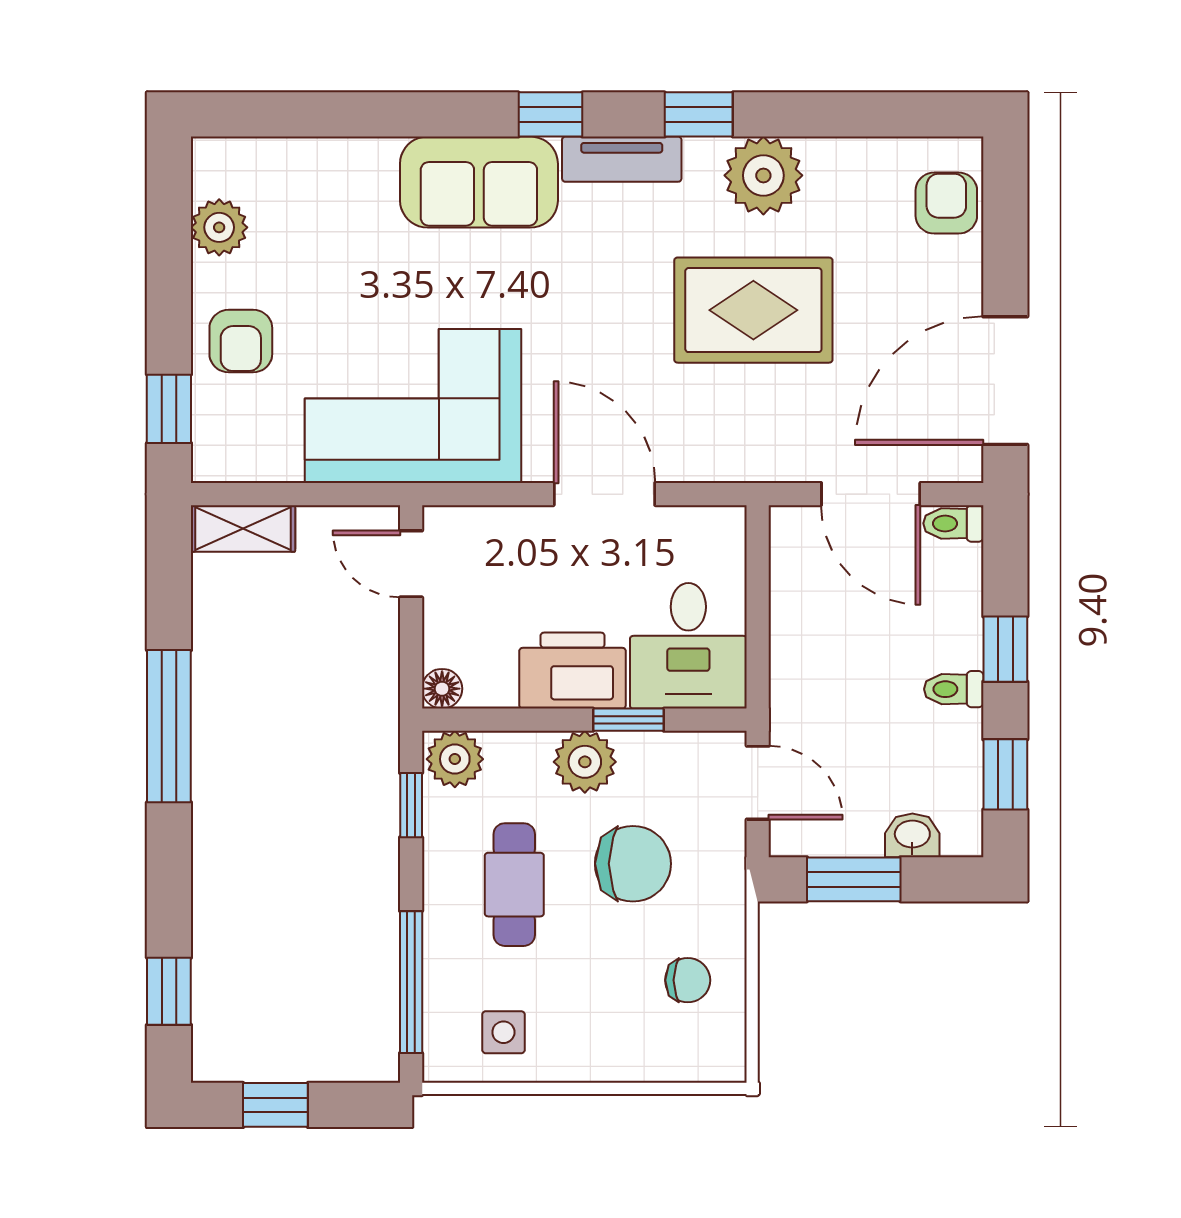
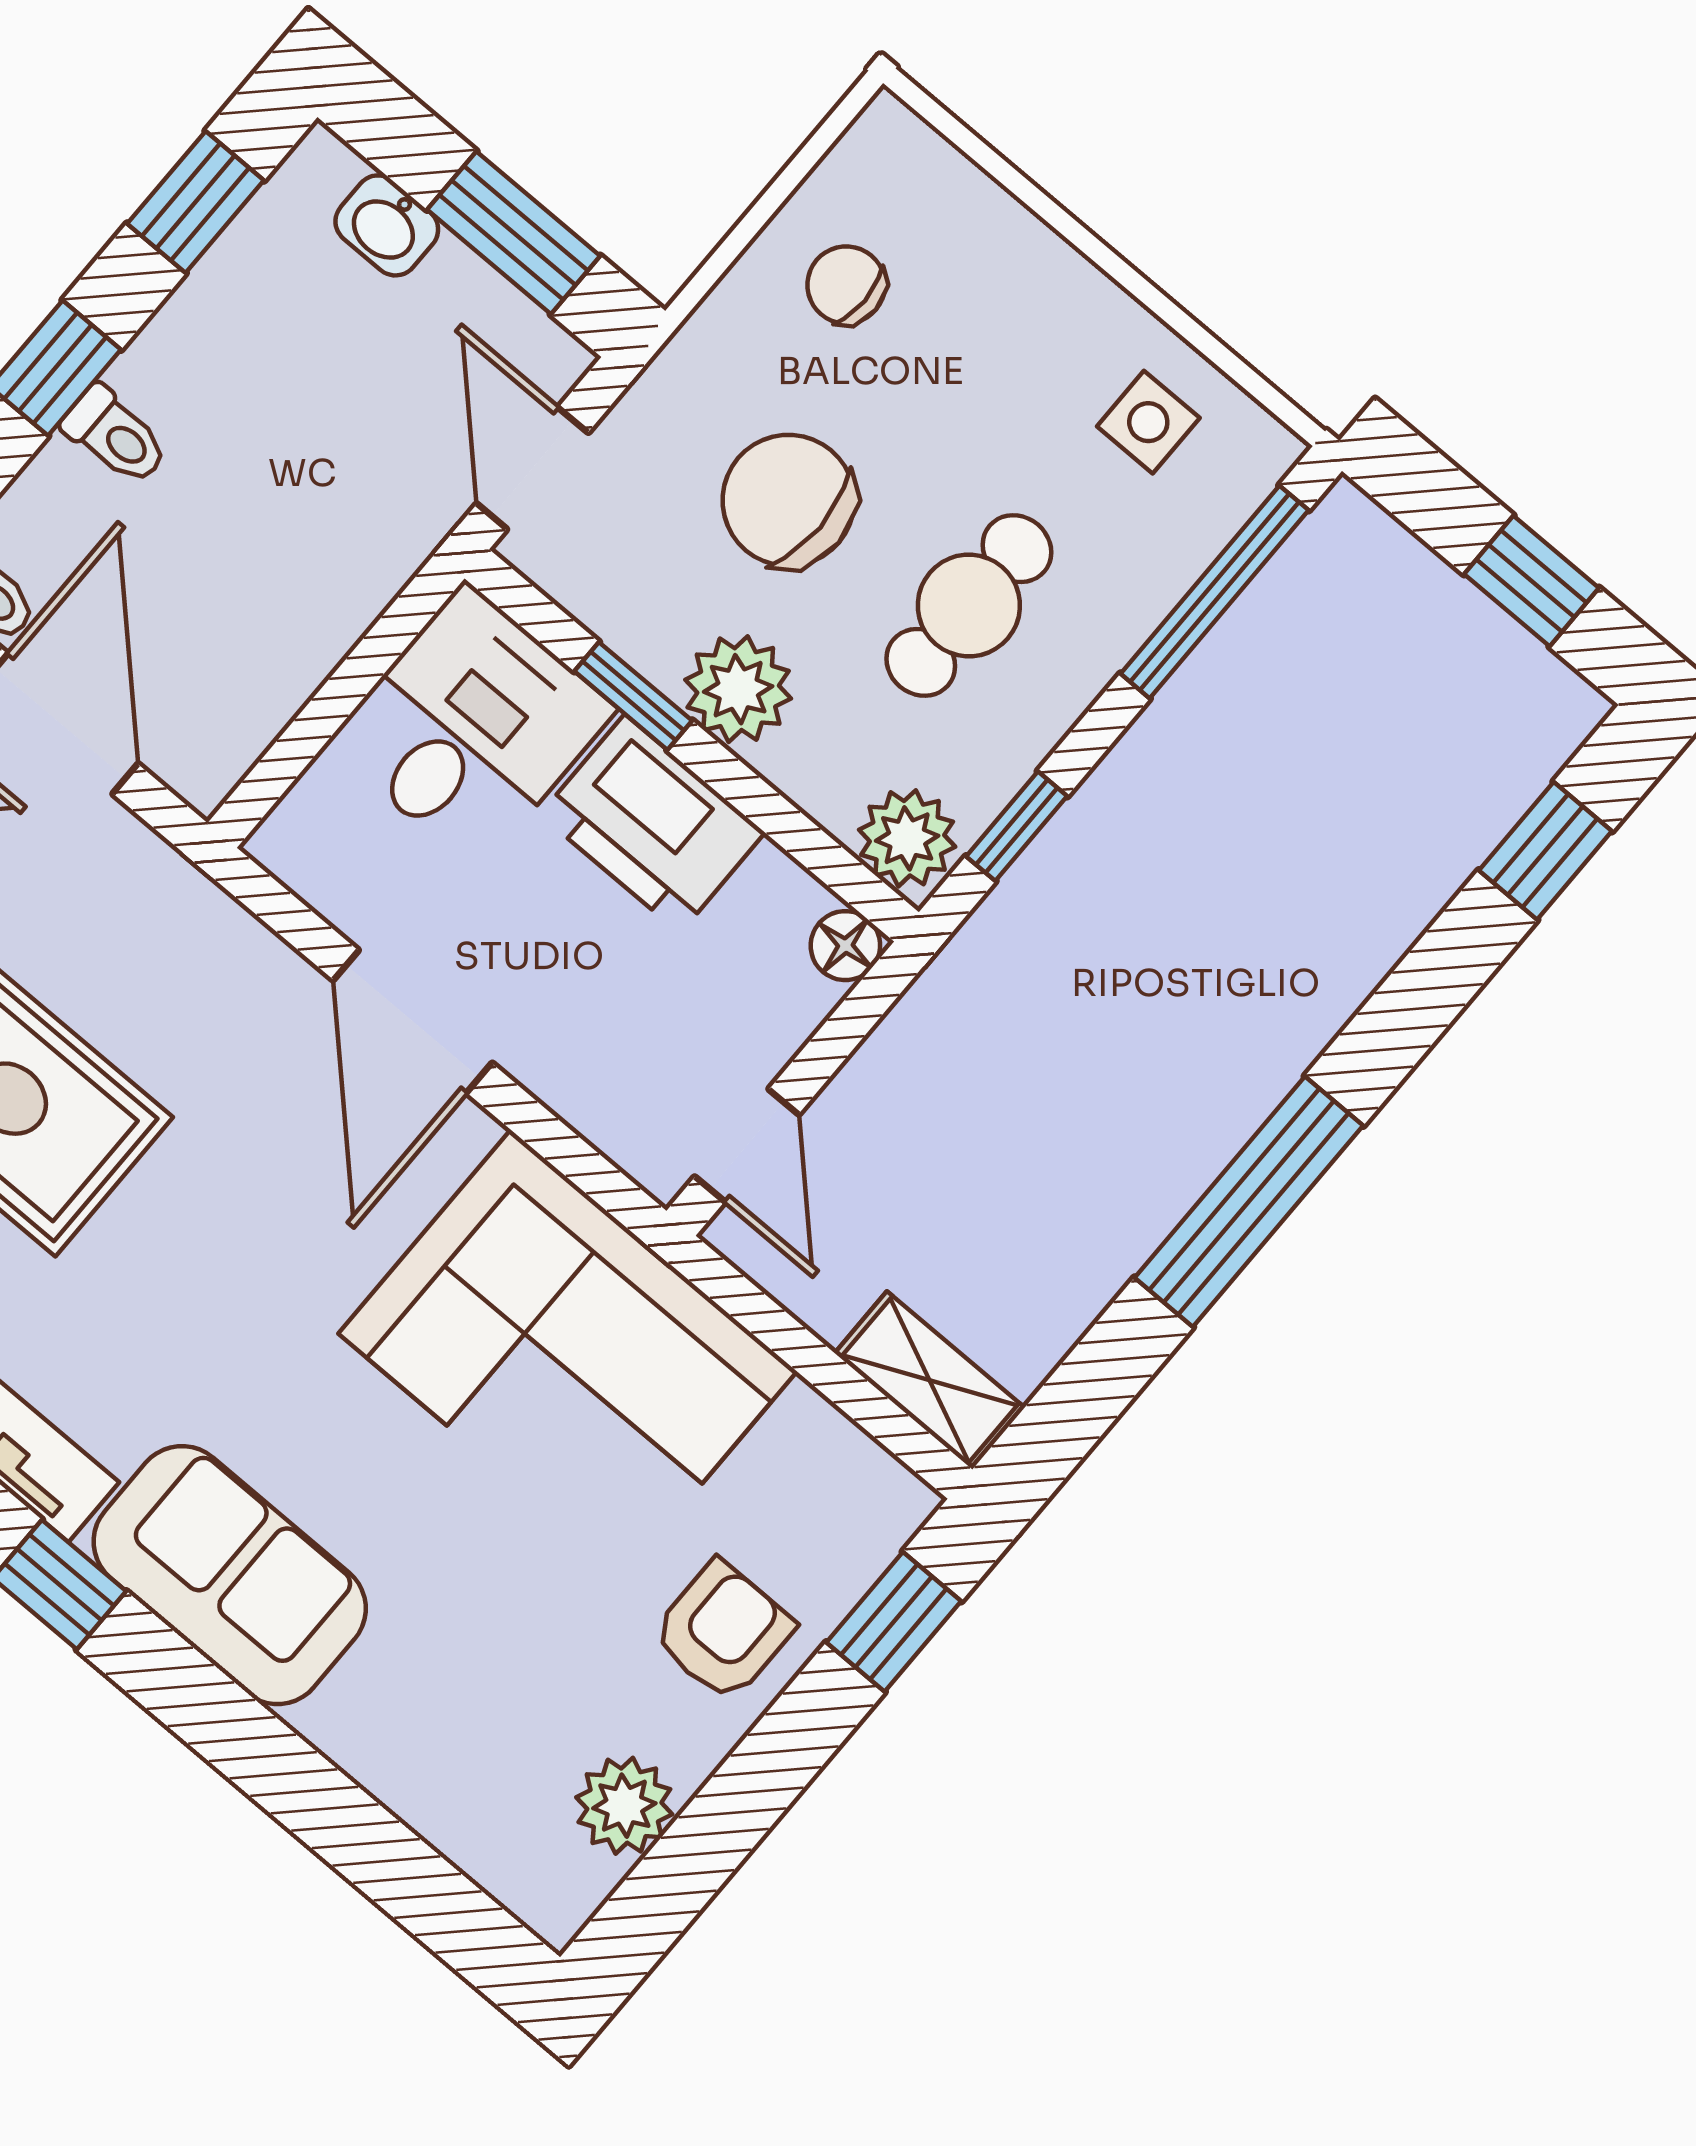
toilet: (954, 689) -> (115, 435), moved

